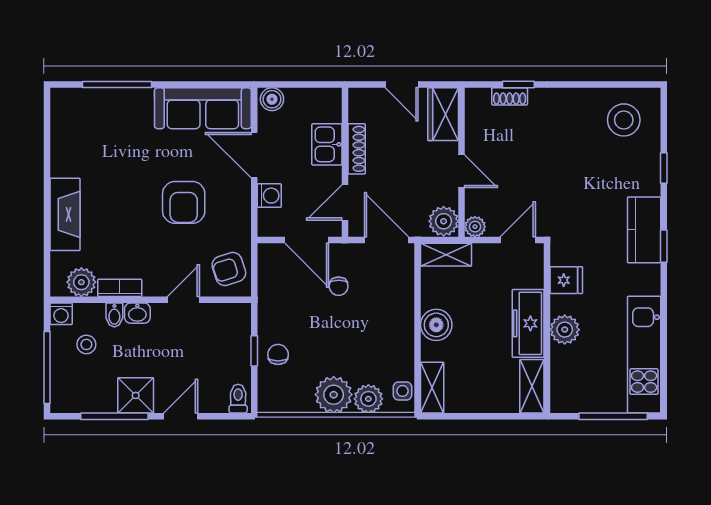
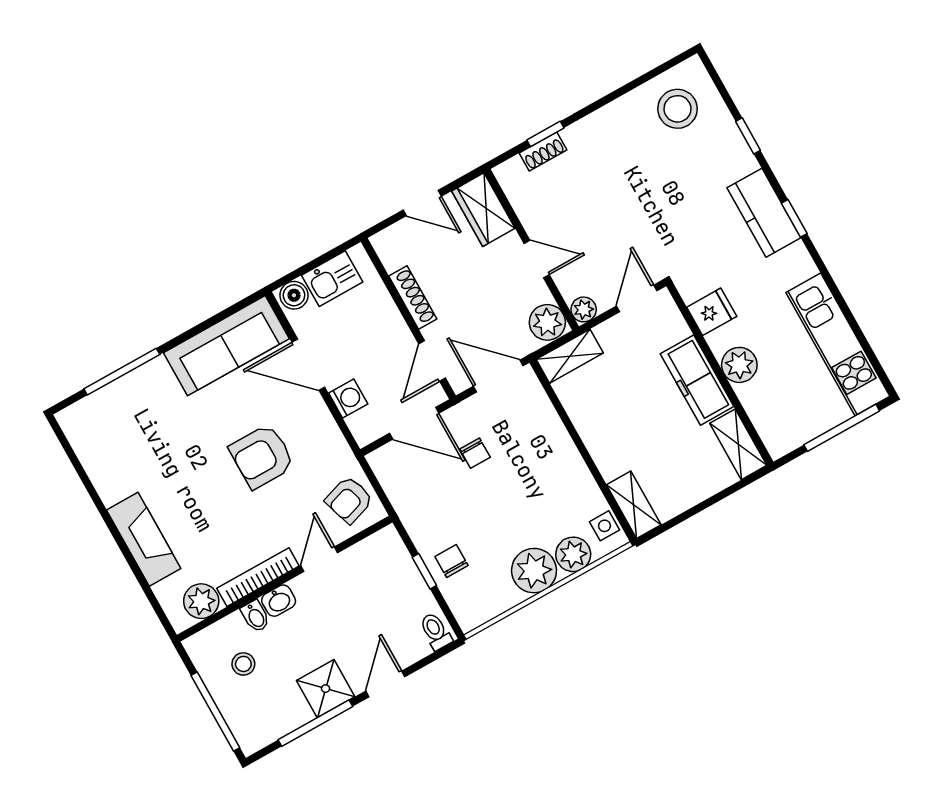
kitchen sink: (327, 144) -> (332, 279), moved, turned -90
armchair: (184, 202) -> (262, 456), turned 90
bookcase: (120, 288) -> (258, 577), width x1.56
washing machine: (61, 314) -> (198, 647), removed
boiler: (436, 325) -> (601, 436), removed

